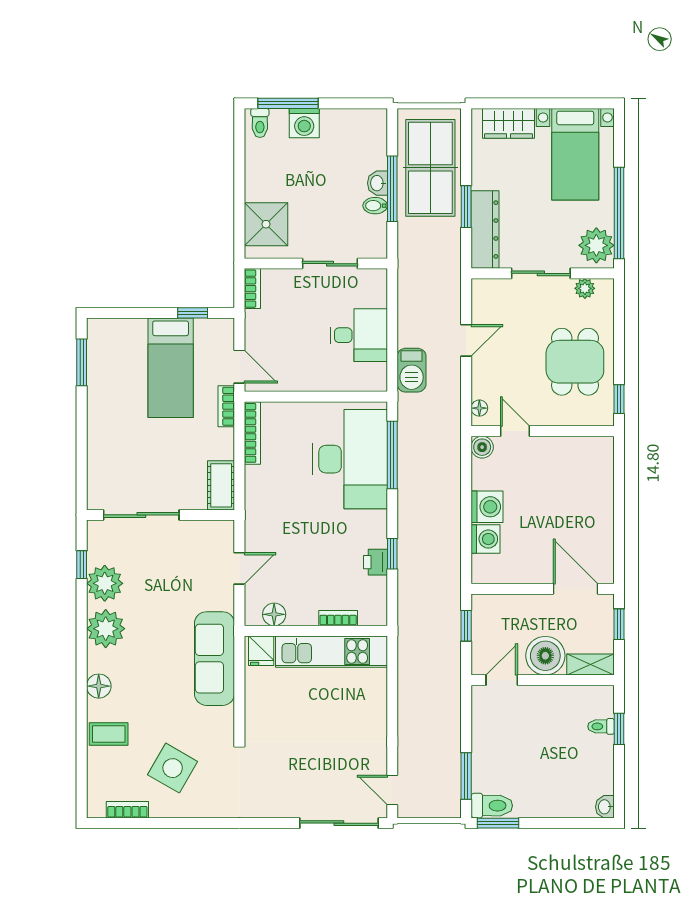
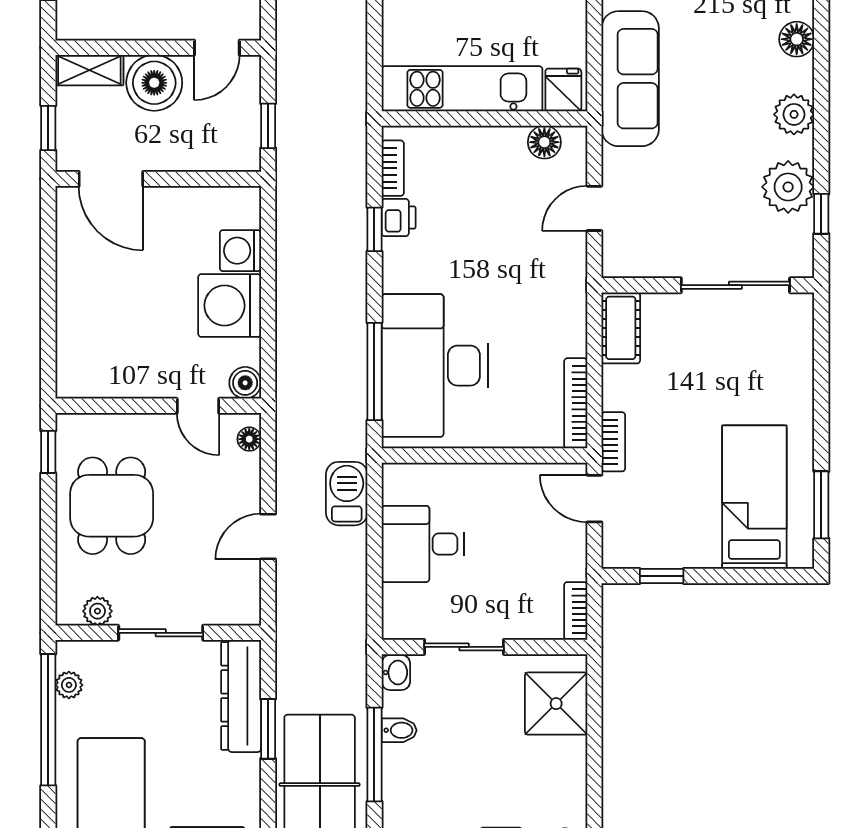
washbasin: (377, 183) -> (396, 672), moved
plant: (596, 245) -> (69, 685), width x0.53, depth x0.53
bed: (171, 368) -> (754, 497), moved
washing machine: (487, 507) -> (230, 306), width x1.37, depth x1.37
bookcase: (338, 618) -> (393, 168), moved, turned -90
plant: (106, 629) -> (794, 114), width x0.73, depth x0.73

